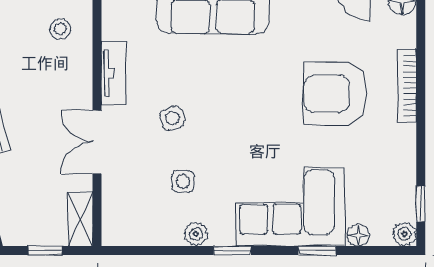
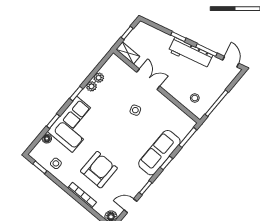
tv unit: (113, 73) -> (166, 103), removed
side table: (183, 181) -> (56, 163), moved
plant: (404, 234) -> (99, 78), moved

